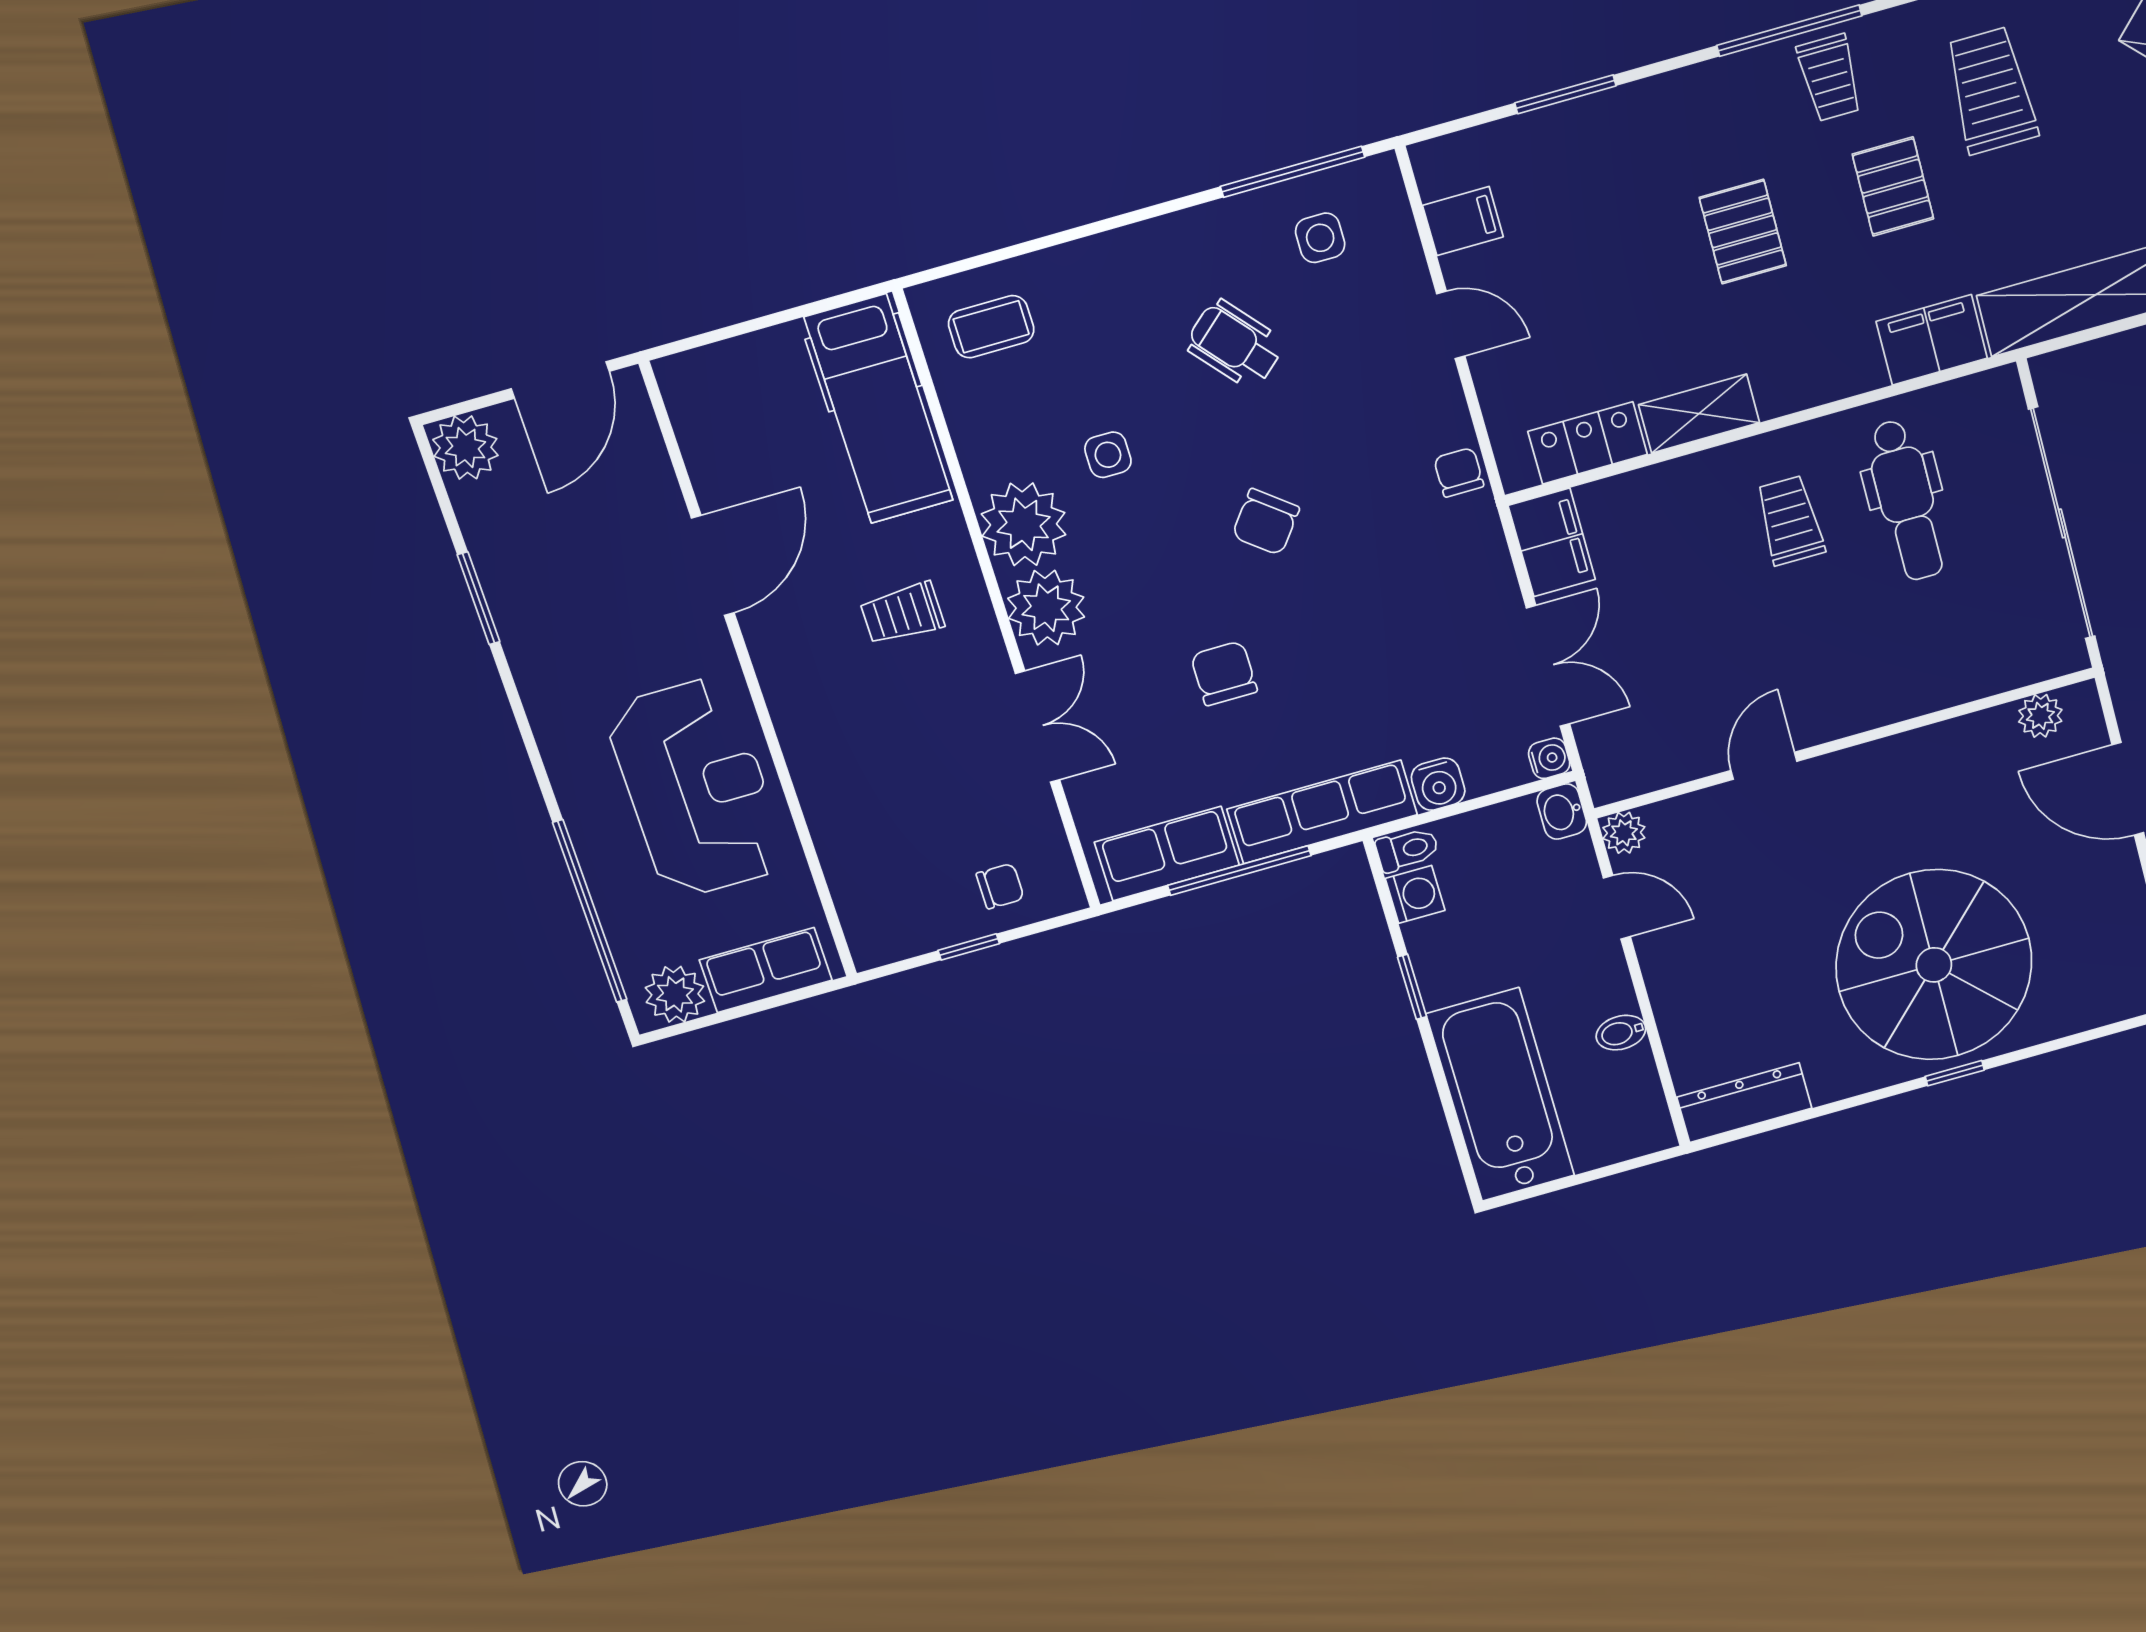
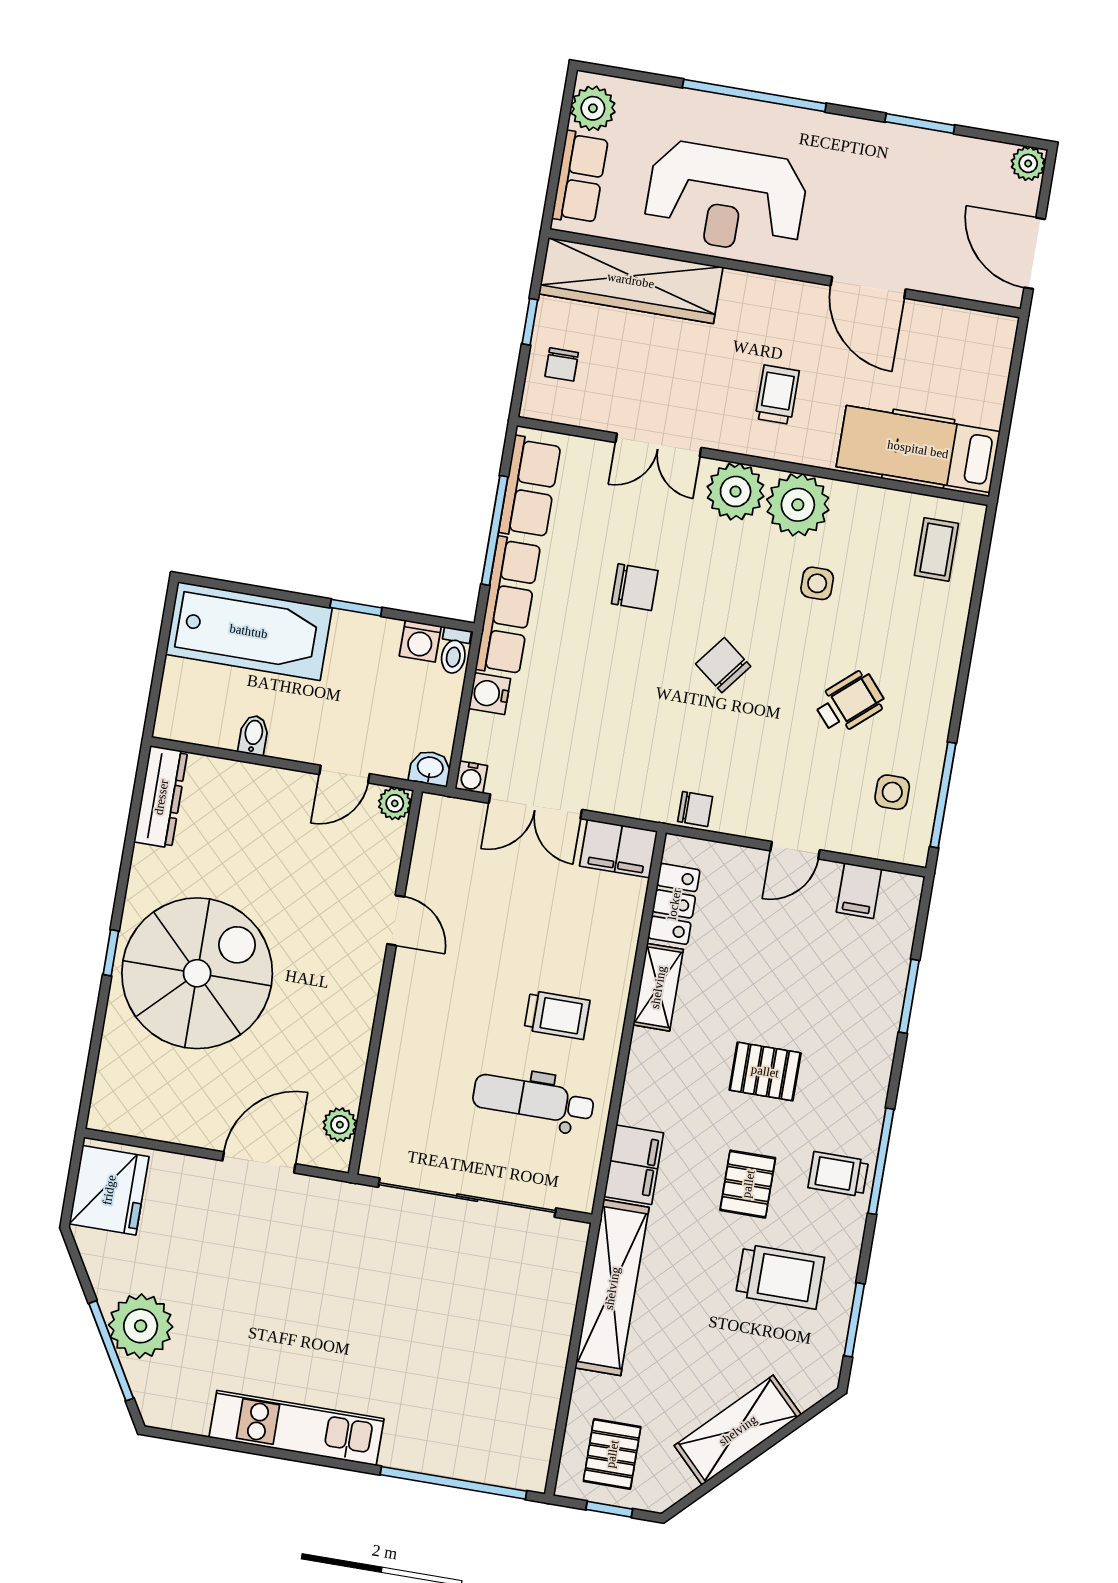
pallet: (1893, 186) -> (748, 1184), turned 90
plant: (465, 448) -> (1028, 163), width x0.73, depth x0.73
wardrobe: (857, 853) -> (631, 280), added
window: (590, 911) -> (754, 96), moved

